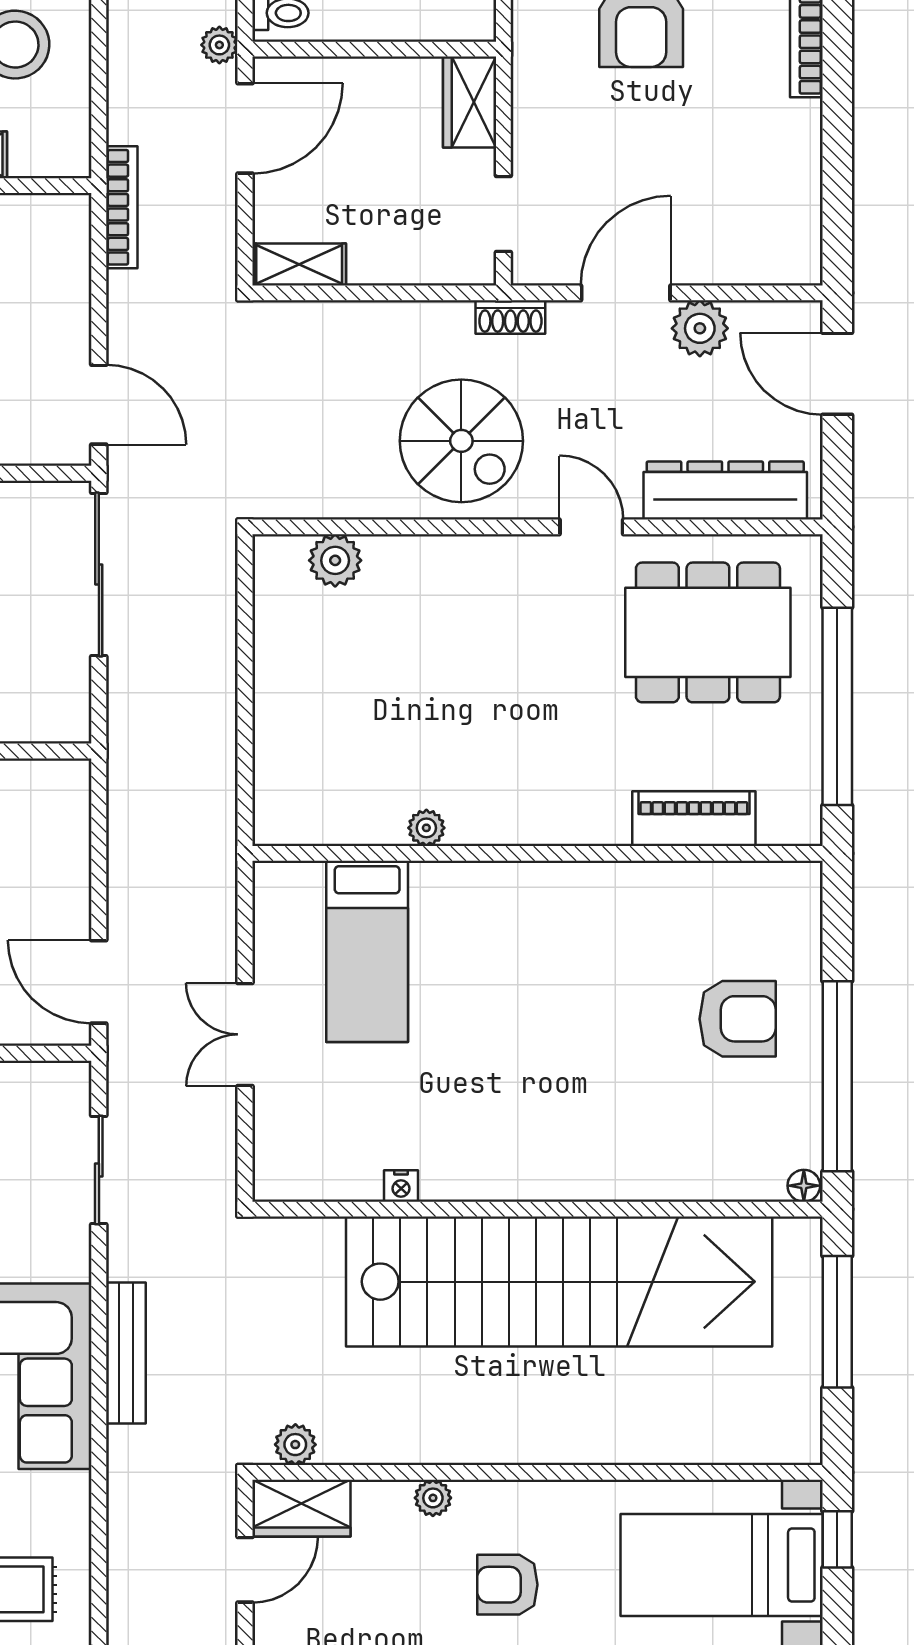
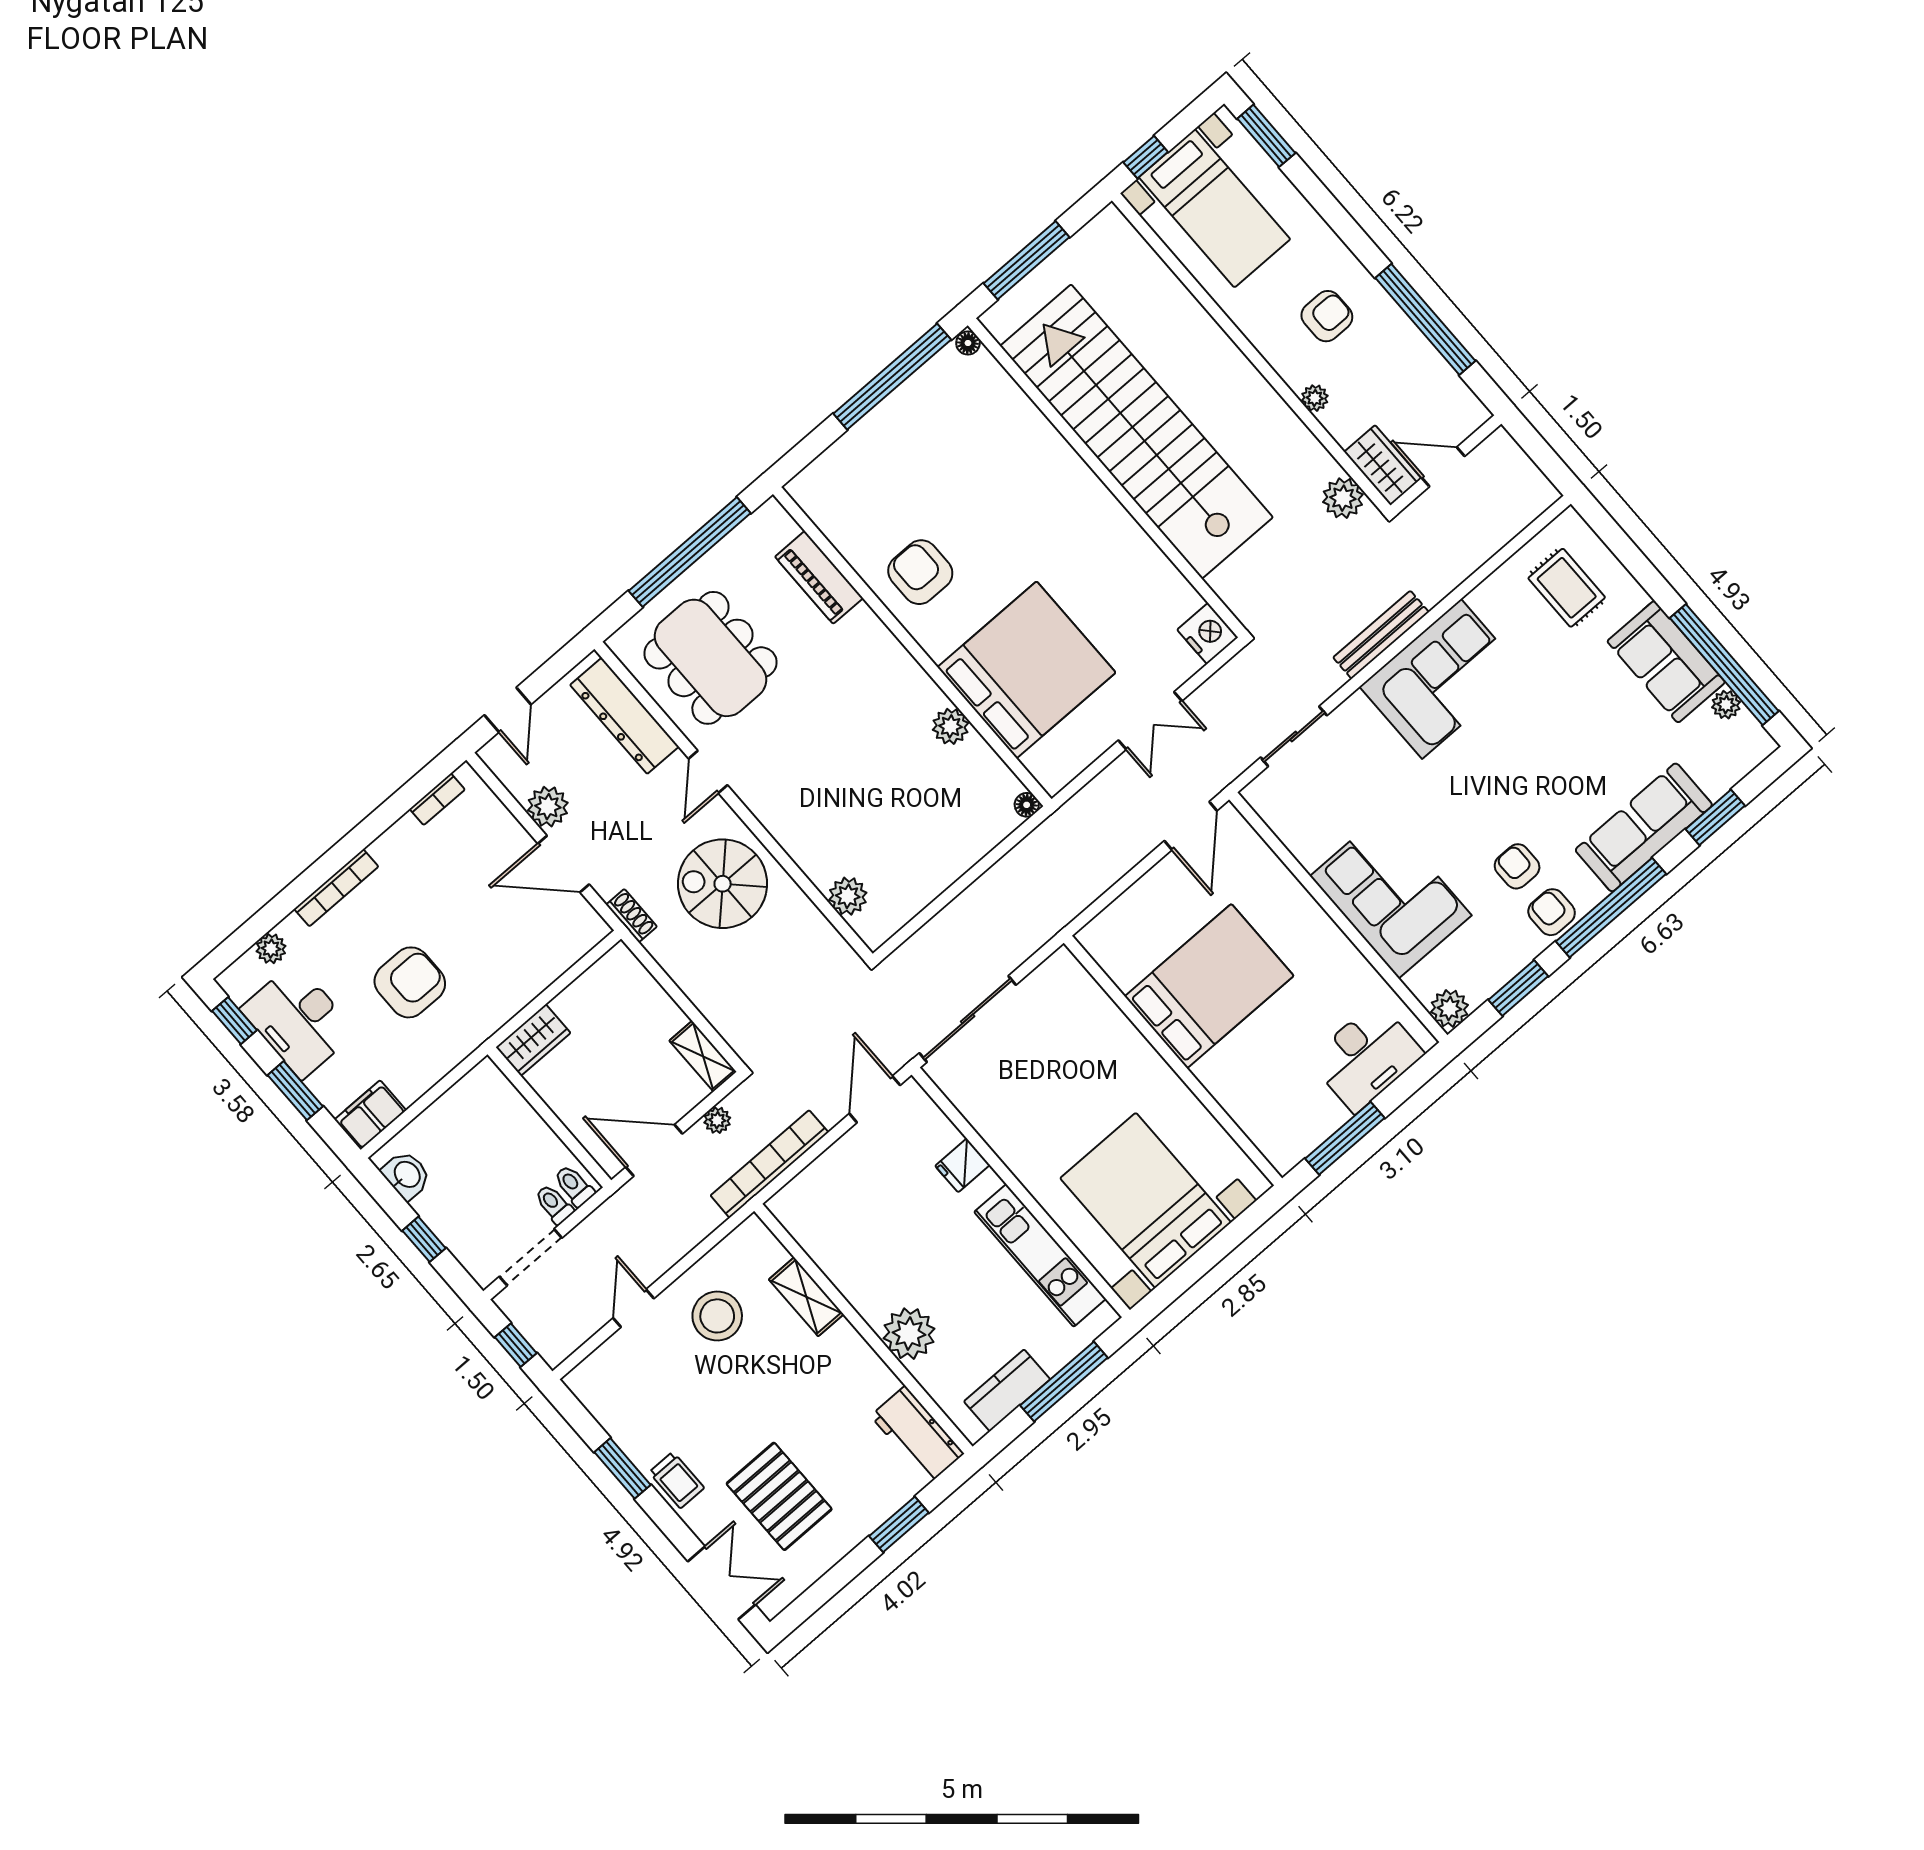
plant: (219, 45) -> (717, 1120), moved
bookcase: (122, 207) -> (769, 1164), width x1.48, depth x1.31
doorway: (503, 214) -> (578, 968), removed
bookcase: (807, 220) -> (437, 799), added
door: (837, 374) -> (508, 710), width x0.73
spiral stairs: (461, 441) -> (723, 884), turned -90
plant: (426, 828) -> (951, 726), width x1.38, depth x1.38
floor lamp: (269, 830) -> (1027, 805), added
bed: (367, 951) -> (1027, 670), width x2.04
armchair: (738, 1019) -> (920, 572), moved
nightstand: (401, 1186) -> (1208, 633), moved, width x1.89, depth x1.79
plant: (295, 1445) -> (1343, 498), width x1.38, depth x1.38
armchair: (507, 1585) -> (1327, 316), turned -90

